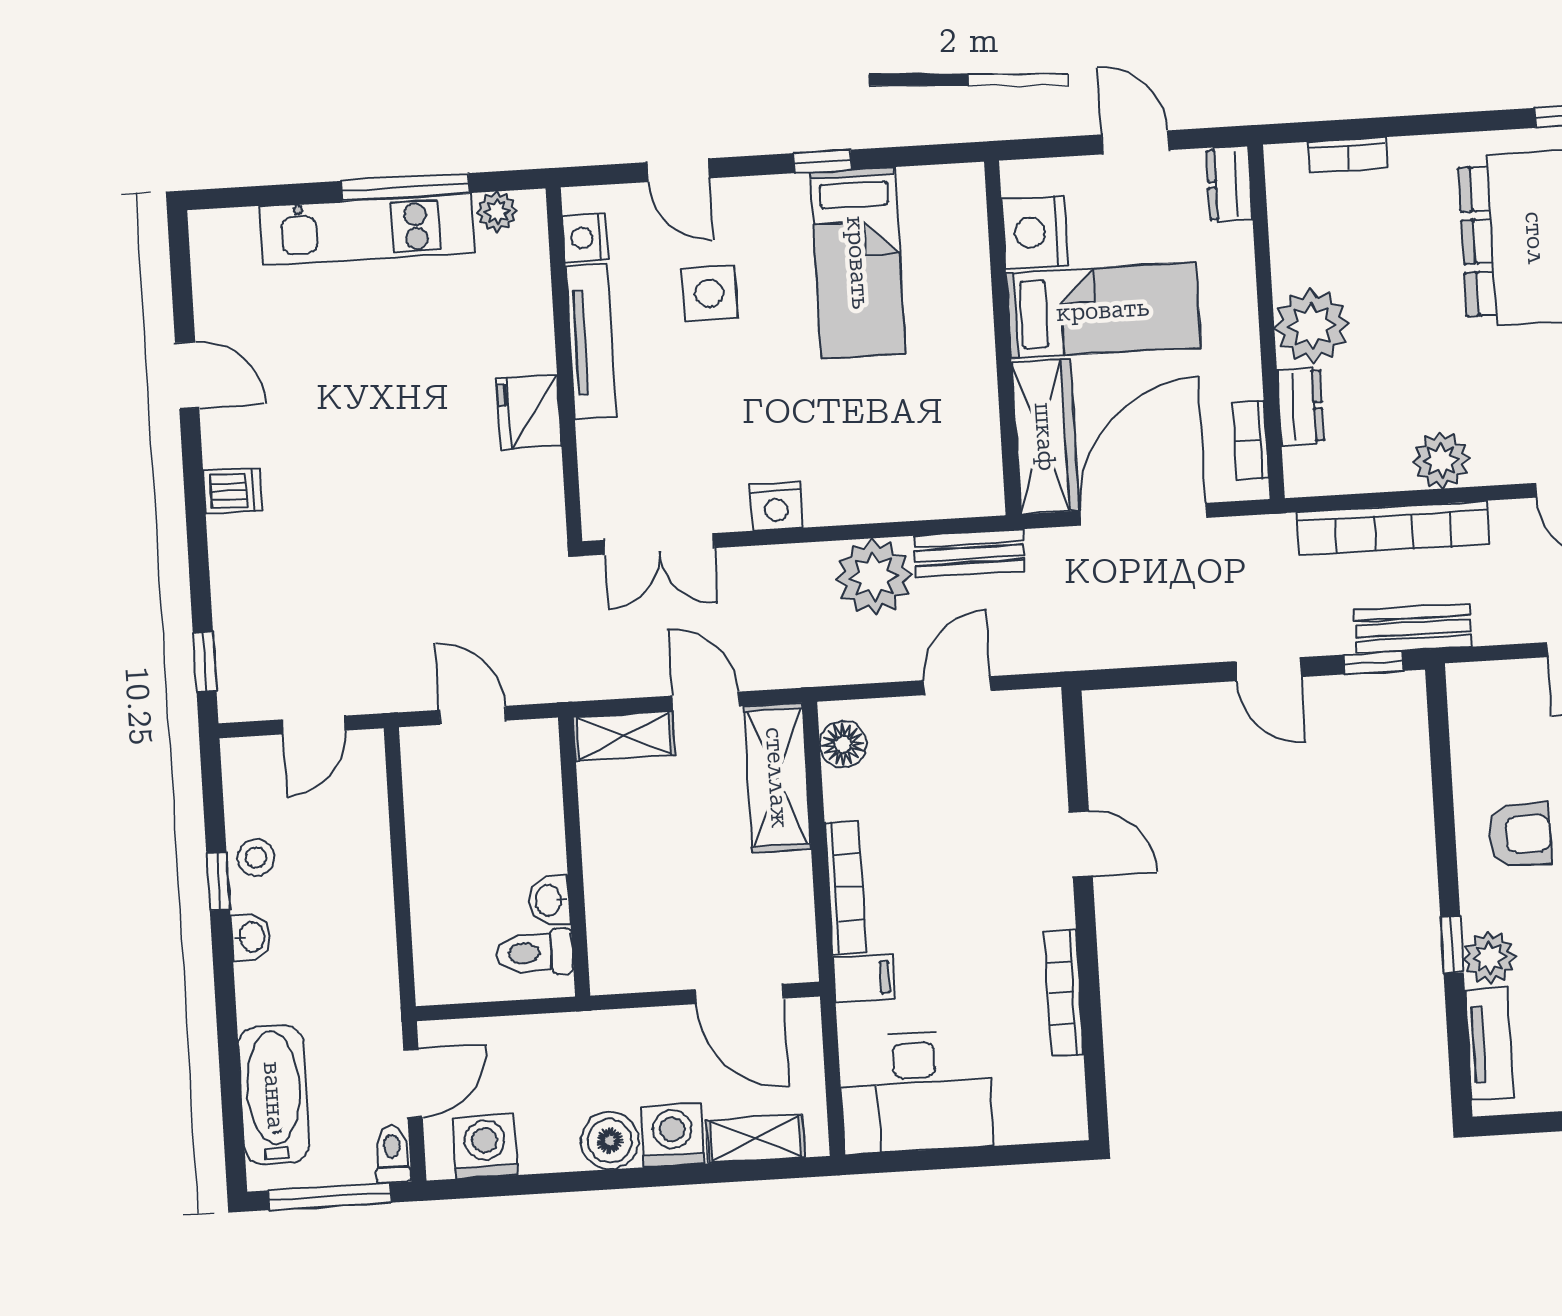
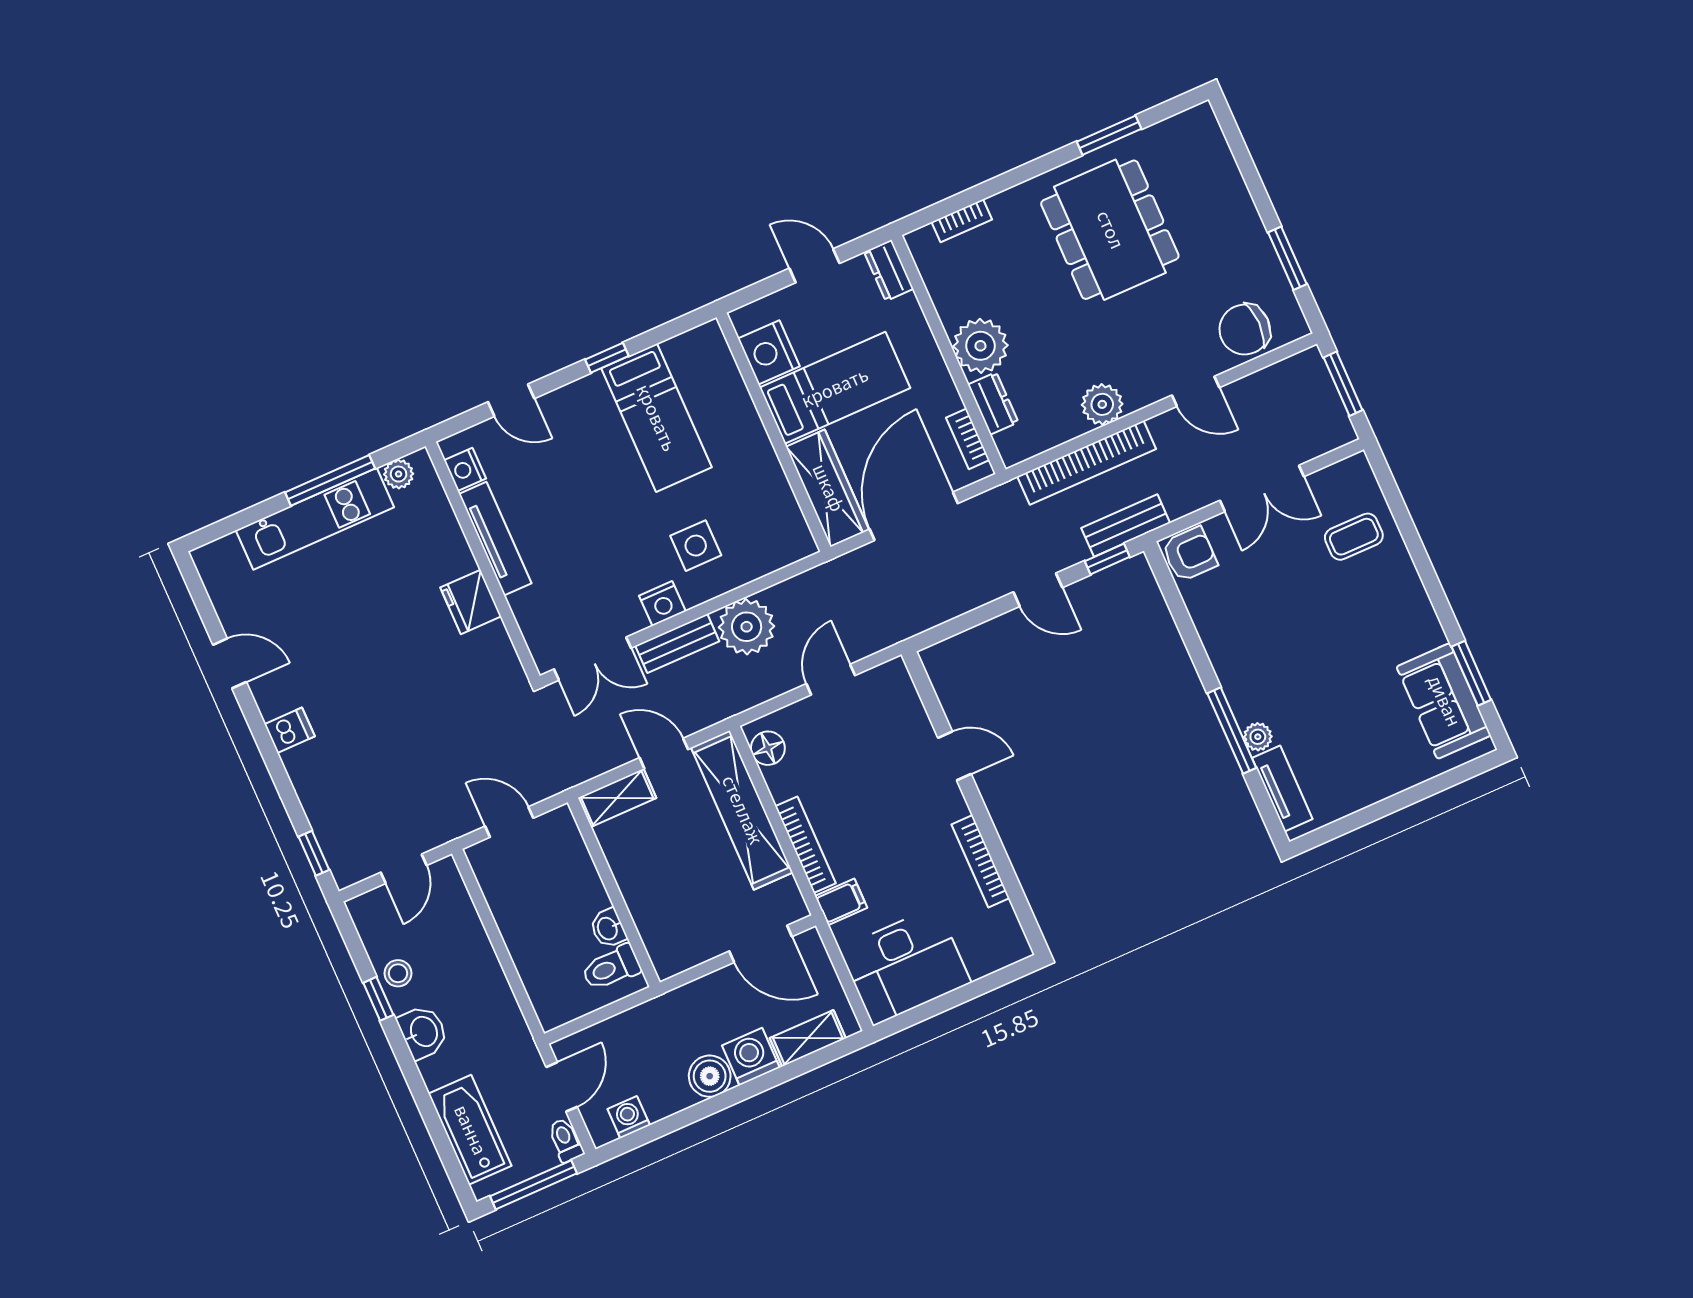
side table: (709, 293) -> (696, 546), moved
bench: (969, 553) -> (677, 643), moved
shelving: (777, 778) -> (742, 810), width x1.47
armchair: (1520, 834) -> (1190, 554), moved
washbasin: (251, 937) -> (423, 1032), width x1.38, depth x1.45
window: (1452, 945) -> (1232, 731), width x2.17
plant: (1489, 958) -> (1258, 737), width x0.73, depth x0.73
washing machine: (485, 1146) -> (629, 1117), width x0.73, depth x0.73

